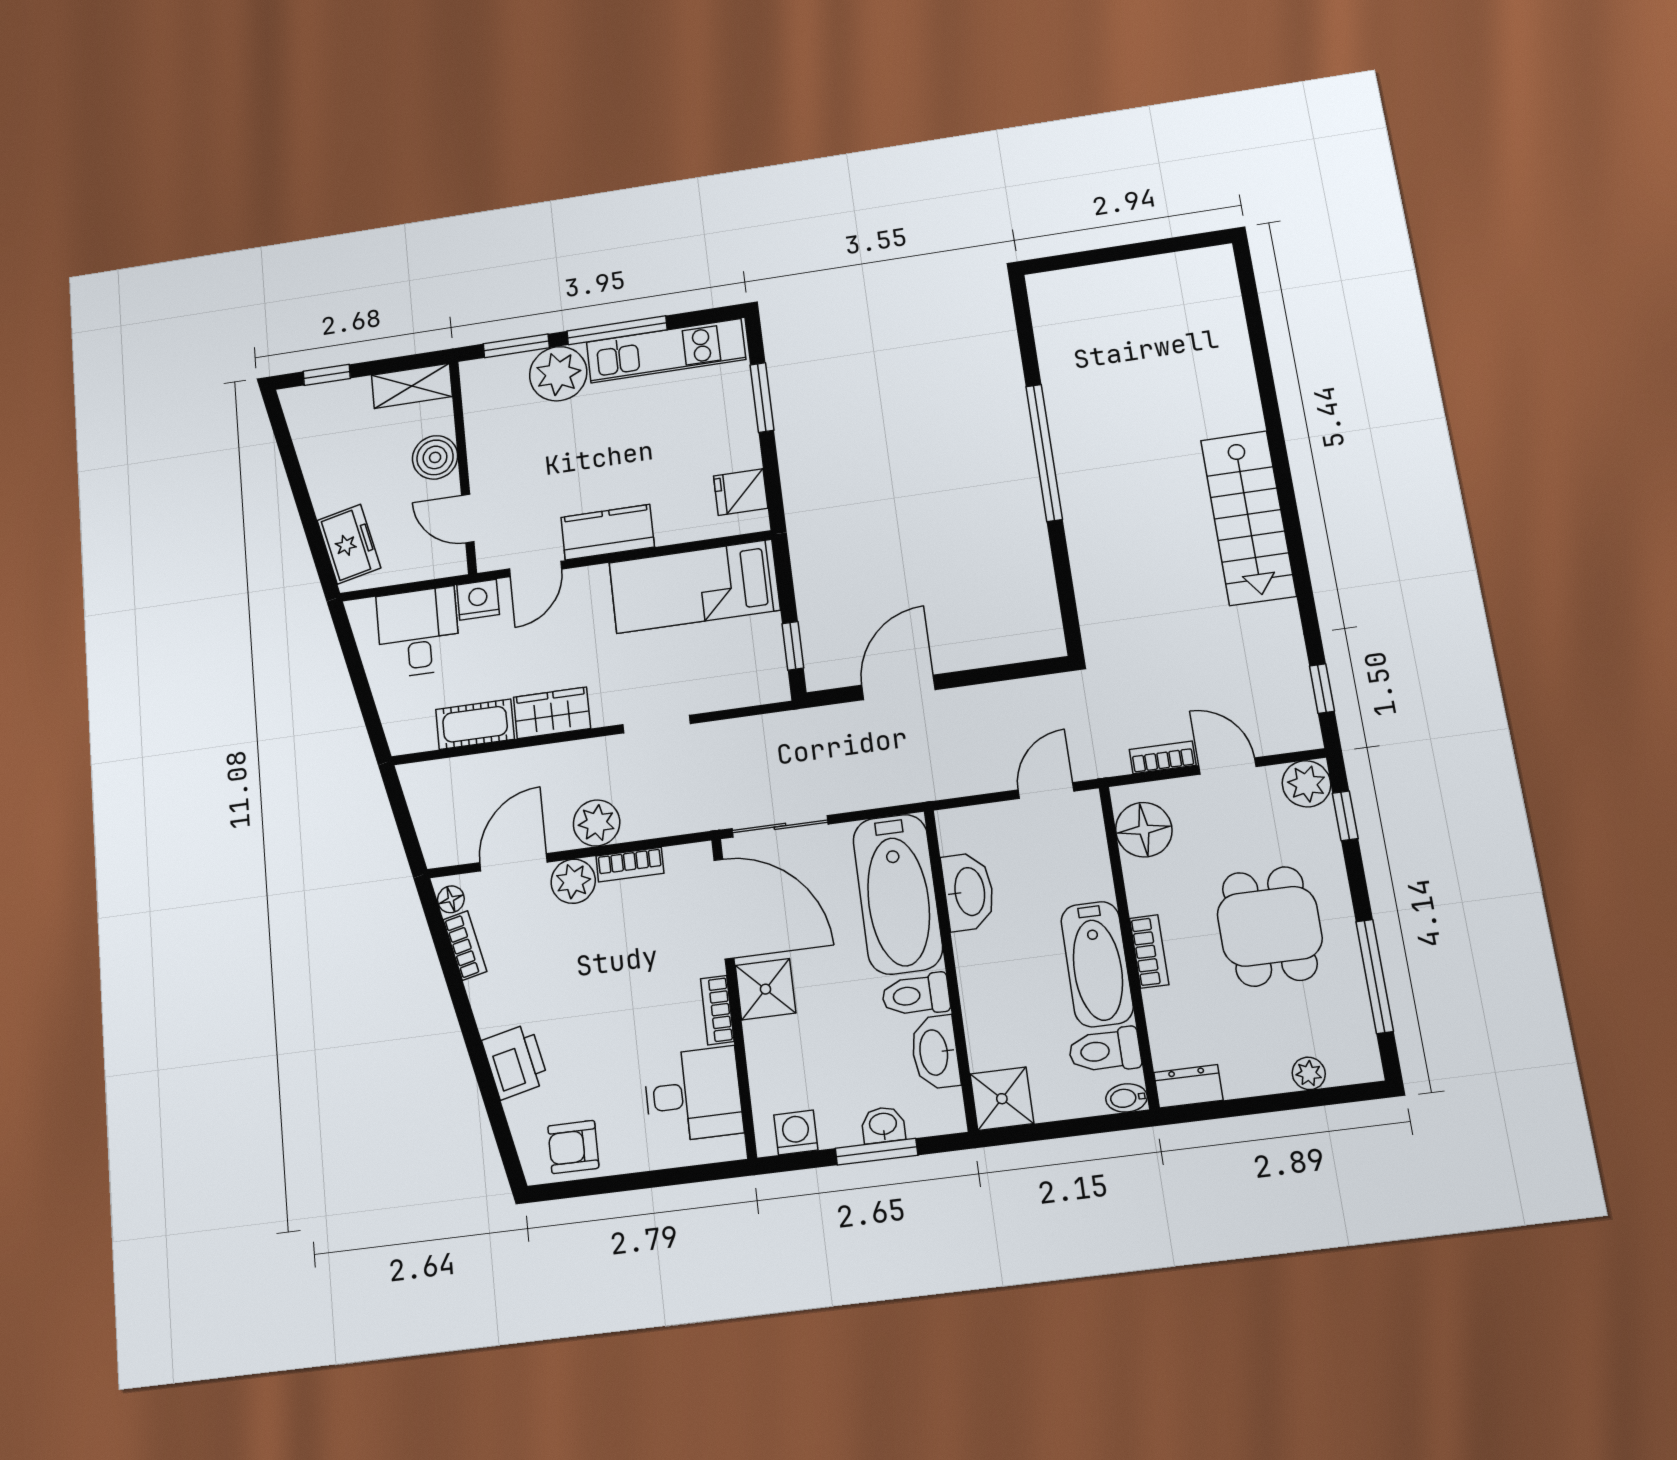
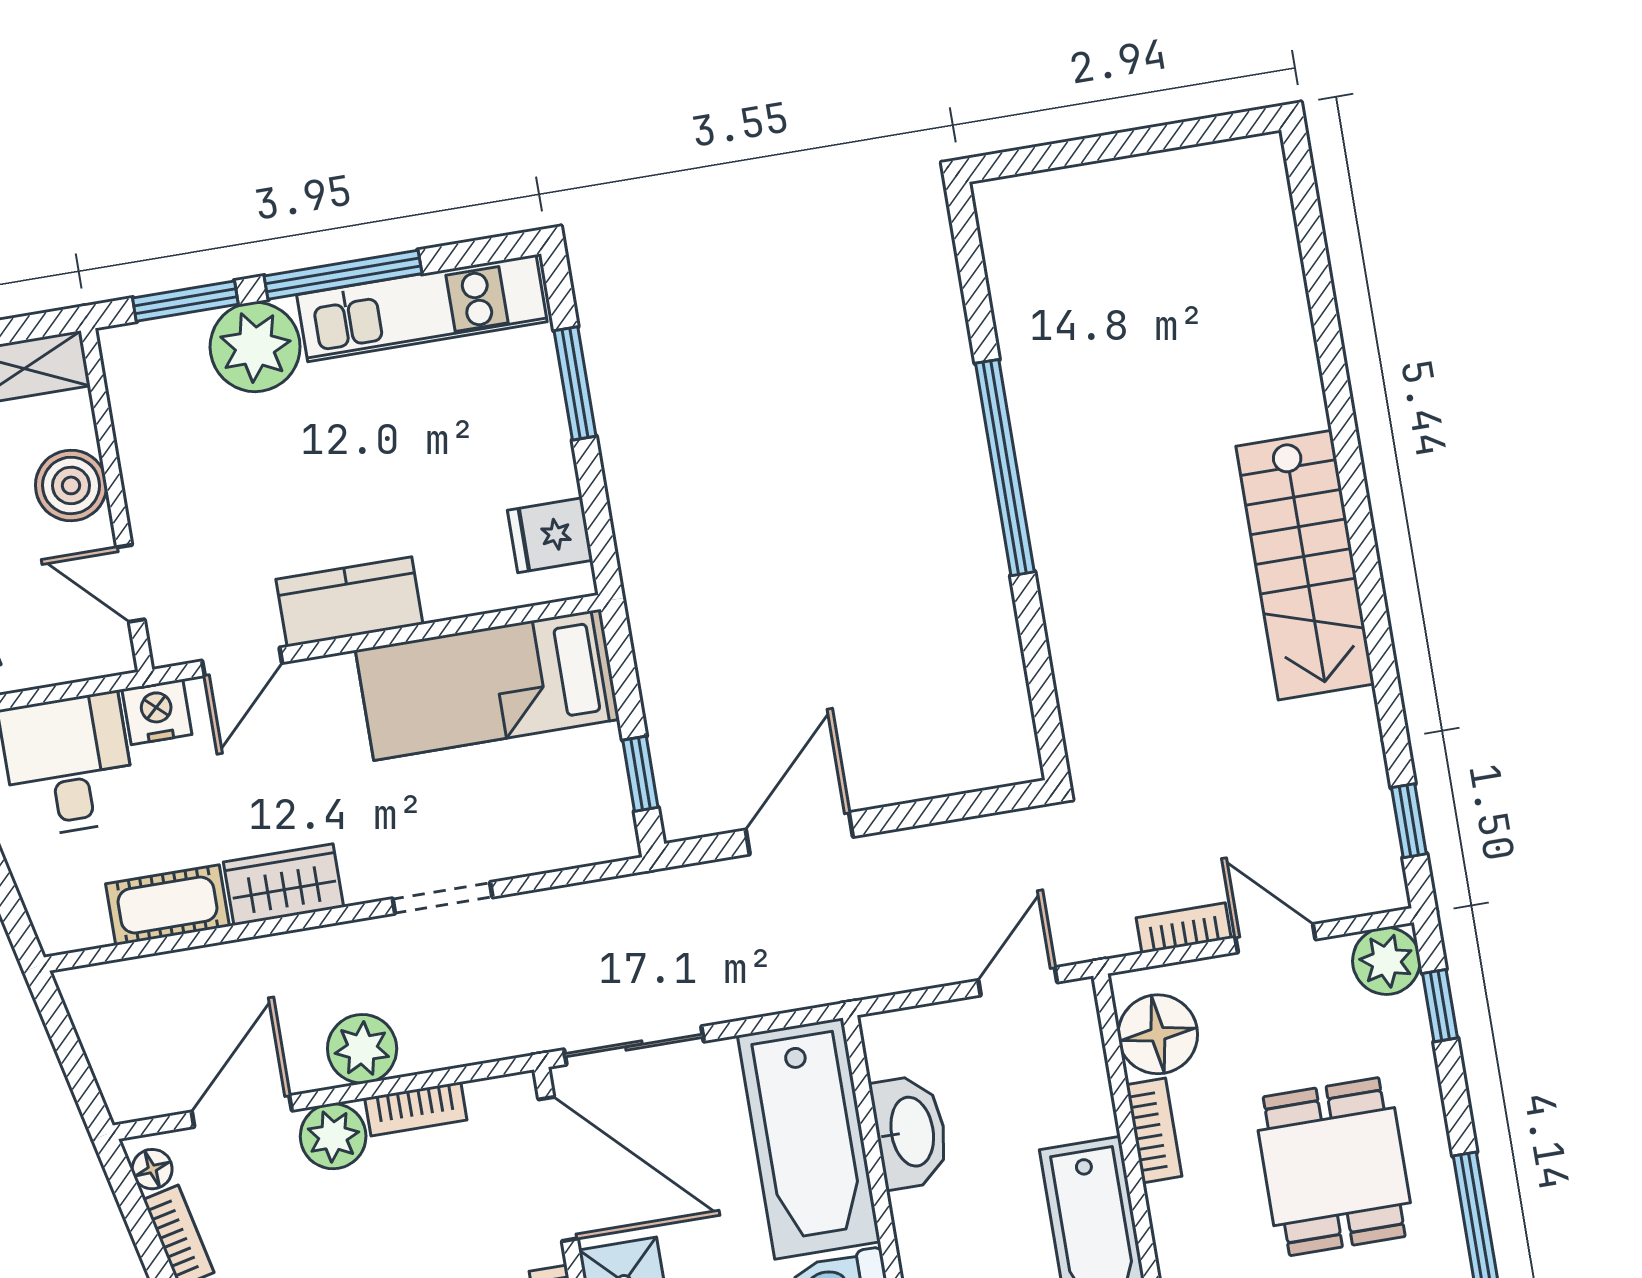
bookcase: (1149, 951) -> (1154, 1131), moved

